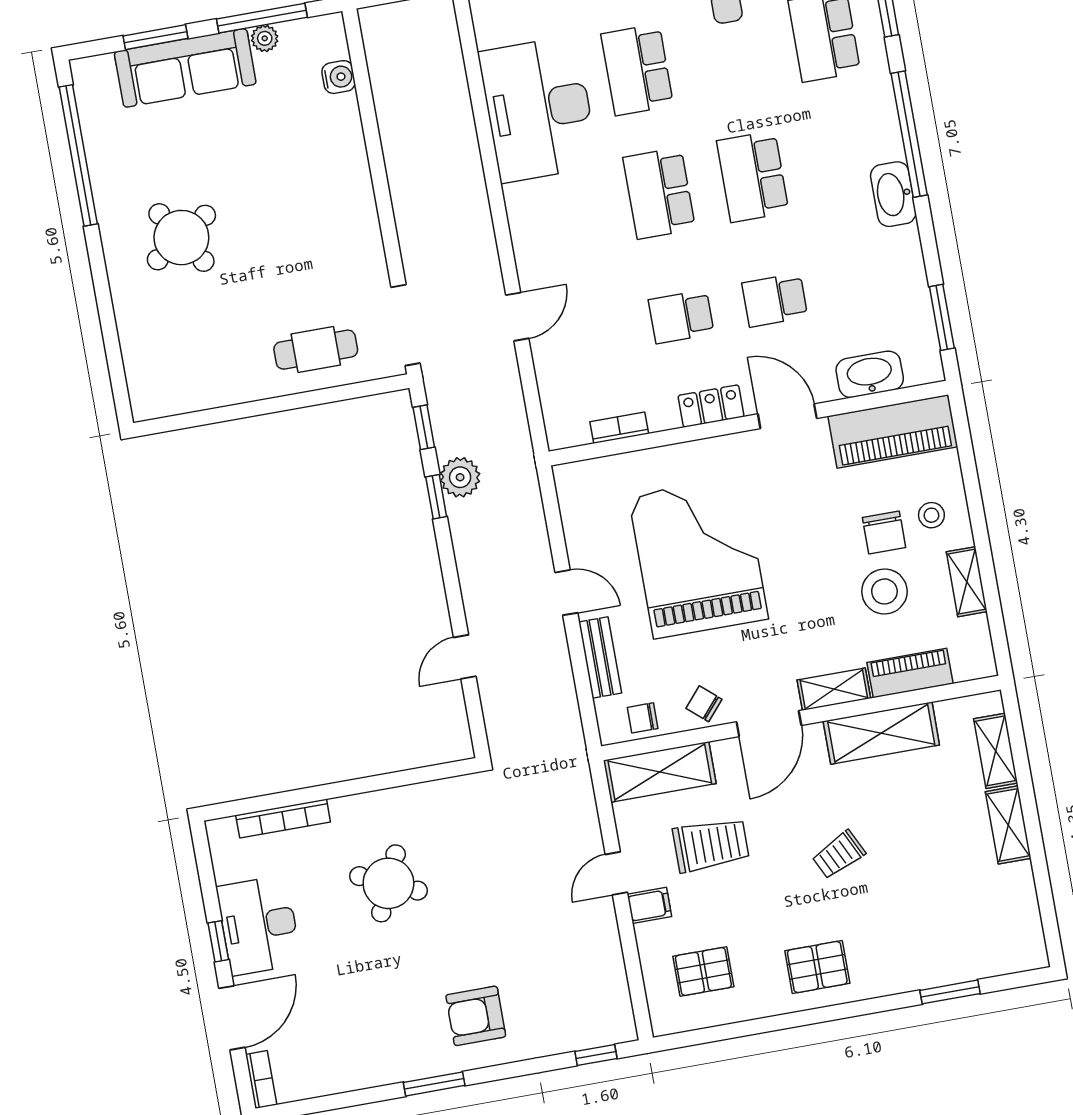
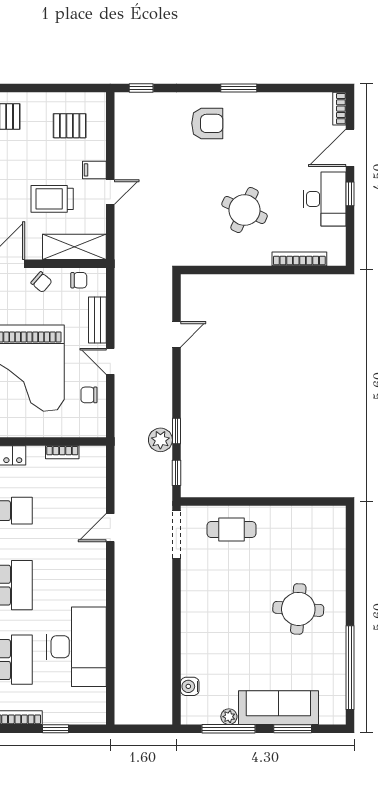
round table: (181, 238) -> (298, 609), turned 37
chair: (592, 531) -> (89, 395), added

